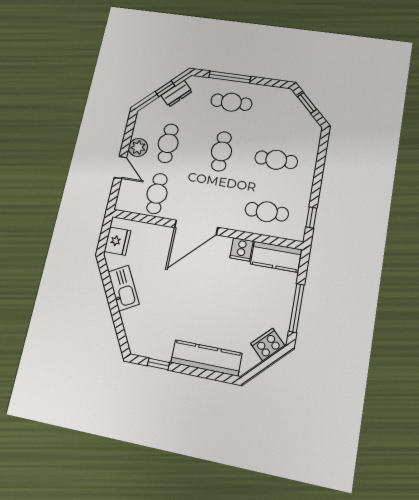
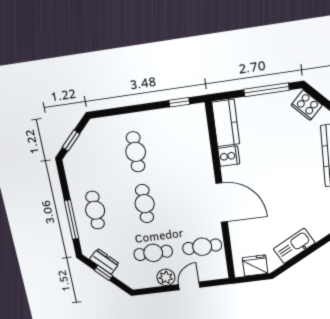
cafe table: (221, 151) -> (145, 204), turned 90
cafe table: (267, 212) -> (187, 145), removed

